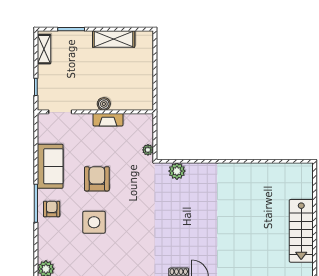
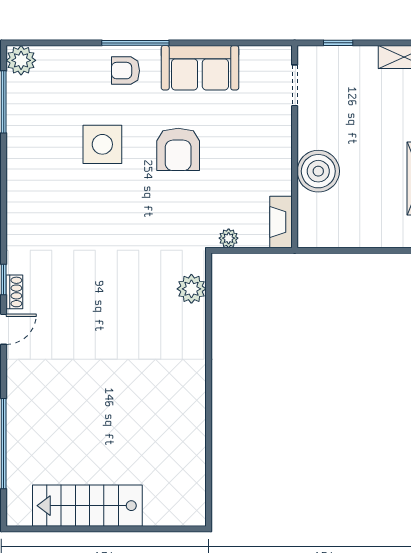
boiler: (104, 104) -> (318, 171), width x1.86, depth x1.86
fireplace: (108, 120) -> (281, 222), moved
armchair: (97, 179) -> (178, 149), turned 90
armchair: (52, 209) -> (125, 71), turned 180

